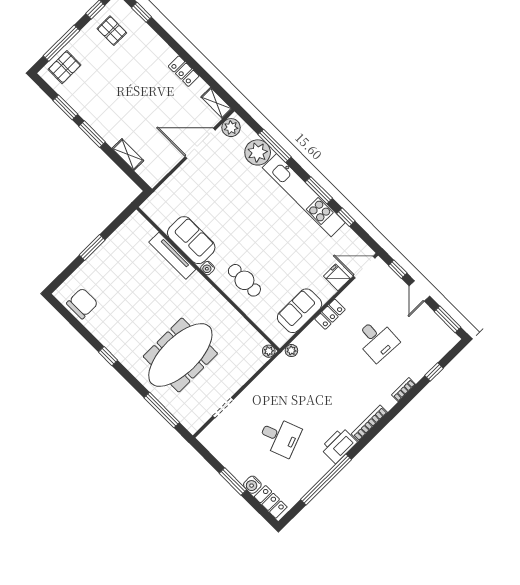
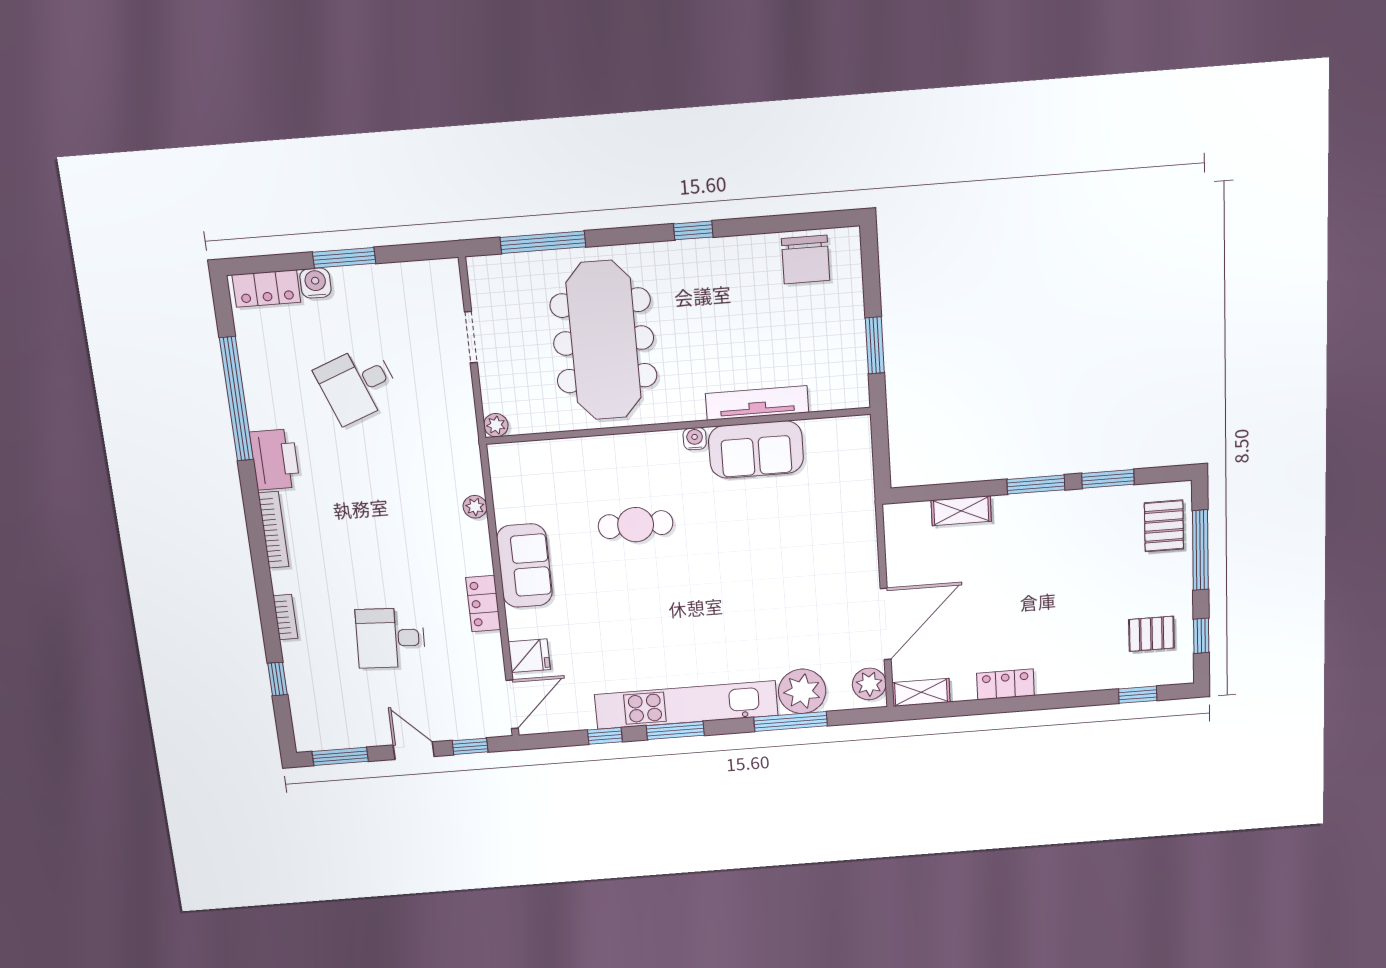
sofa: (191, 240) -> (756, 449), moved
tv unit: (172, 256) -> (757, 403), moved
water cooler: (208, 268) -> (695, 439), moved
wall: (208, 279) -> (678, 426), moved
plant: (269, 351) -> (496, 425), moved

